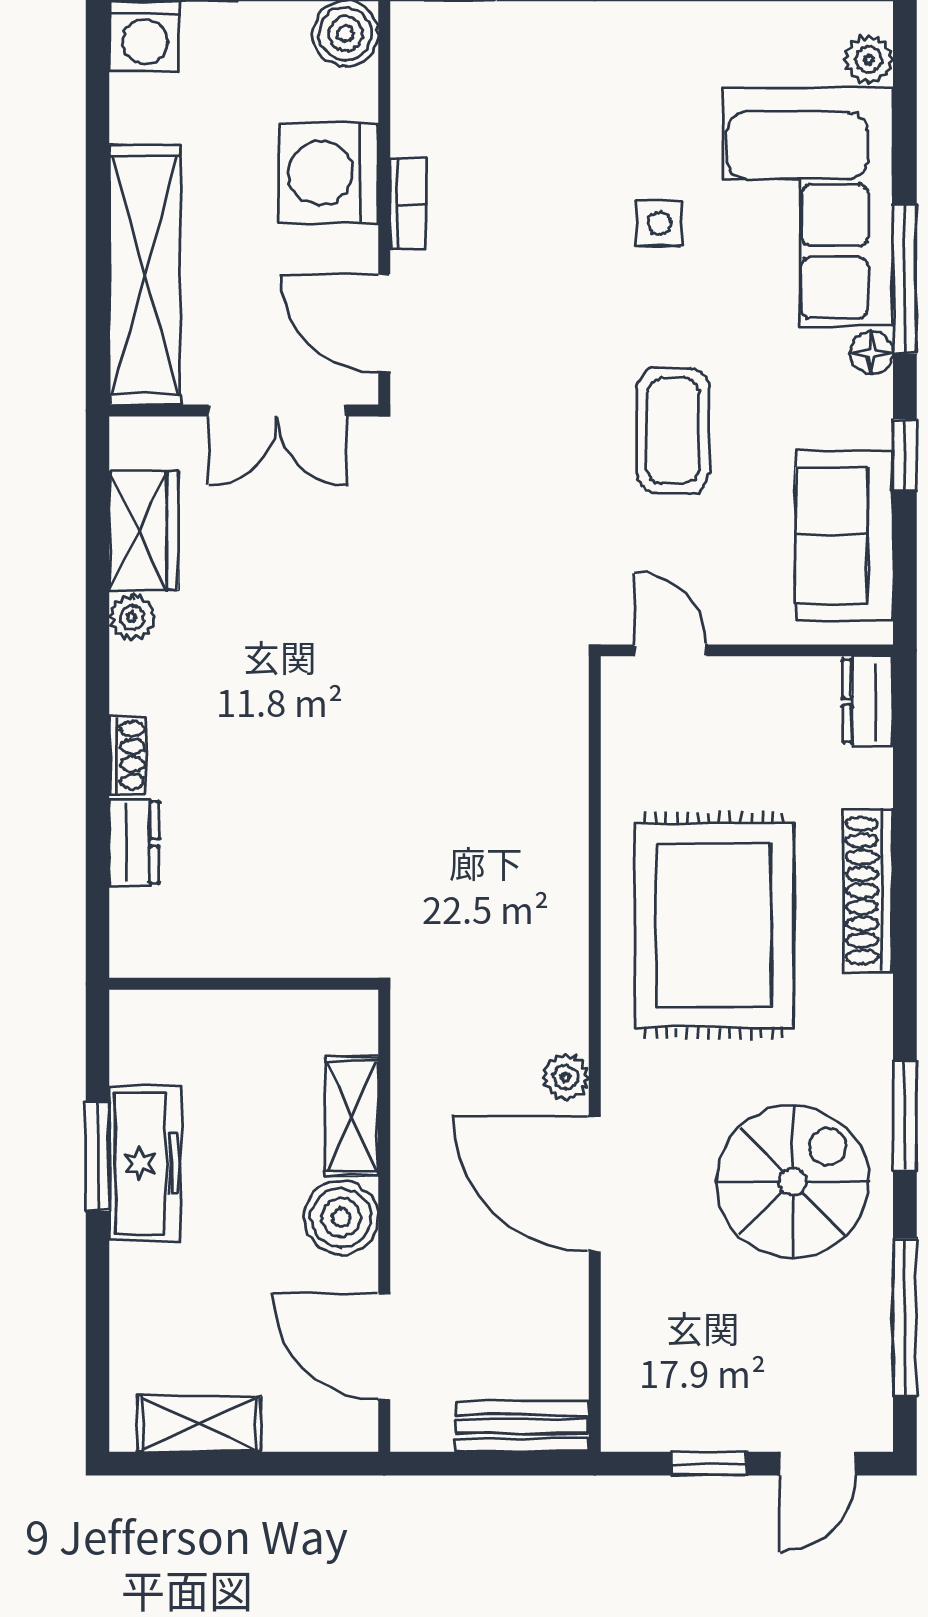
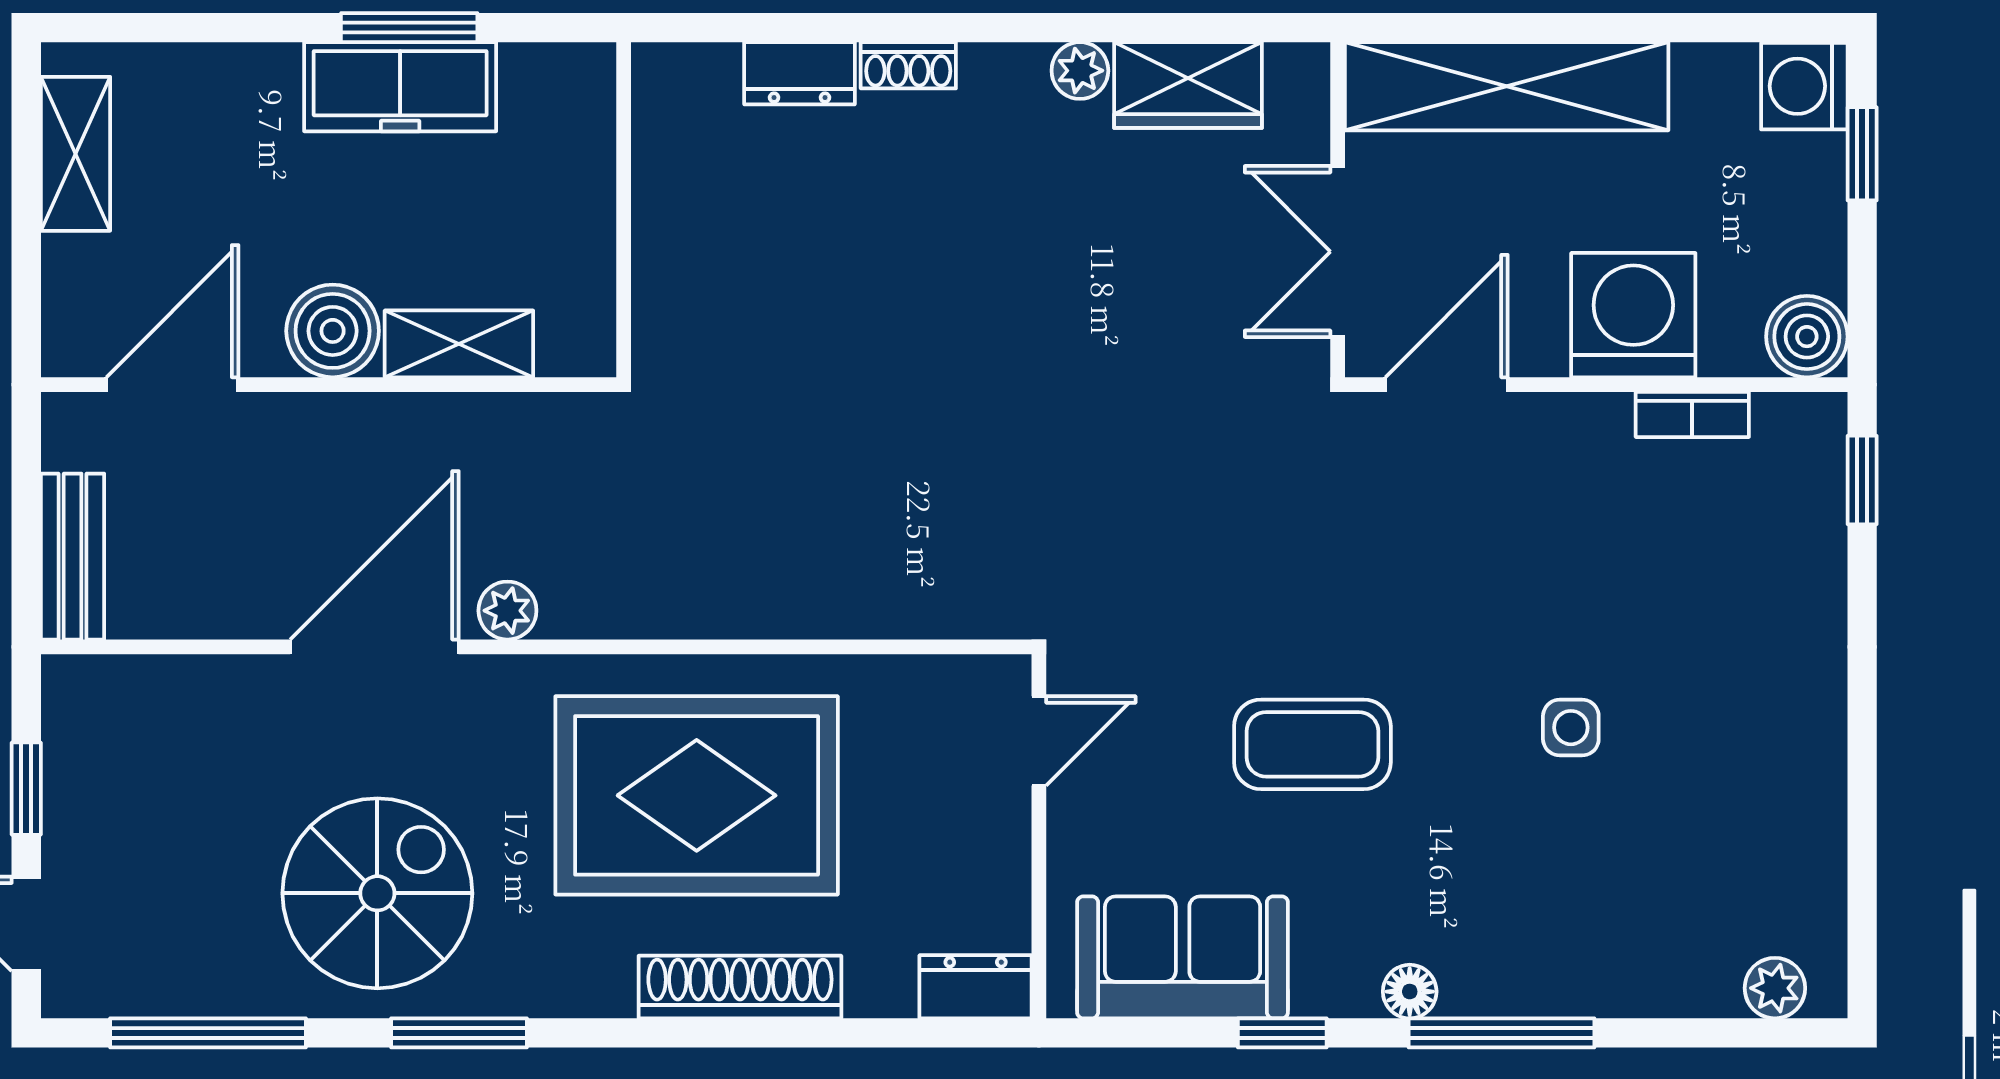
bookcase: (408, 204) -> (1692, 414), moved
corner sofa: (808, 207) -> (1591, 913), removed
spiral stairs: (793, 1182) -> (377, 893), turned -90

